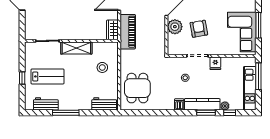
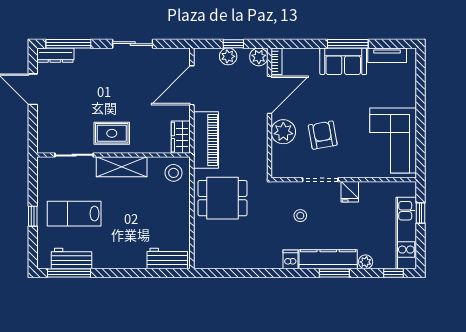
window: (258, 25) -> (420, 129), removed
rug: (70, 28) -> (112, 133), added
stool: (102, 67) -> (174, 173), moved
lab bench: (47, 76) -> (74, 214), turned 180
window: (258, 76) -> (420, 213), width x0.46
dining table: (137, 88) -> (223, 198), moved, turned 90
window: (66, 113) -> (69, 273), moved
window: (230, 113) -> (393, 273), moved

